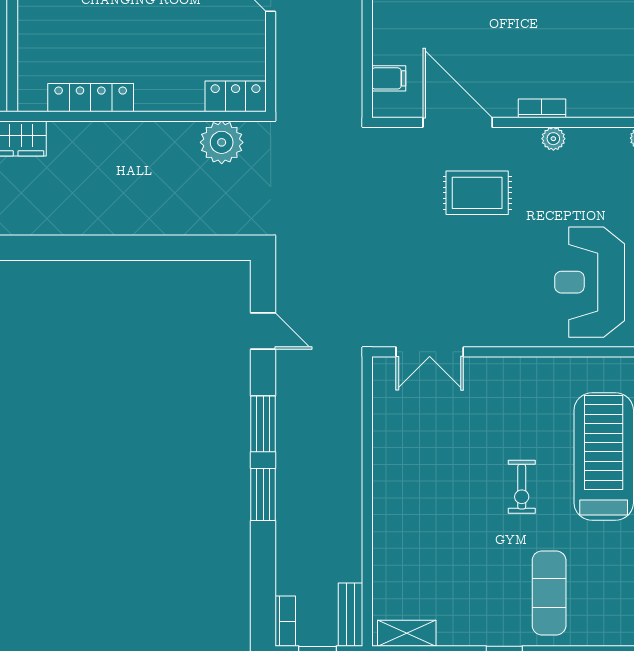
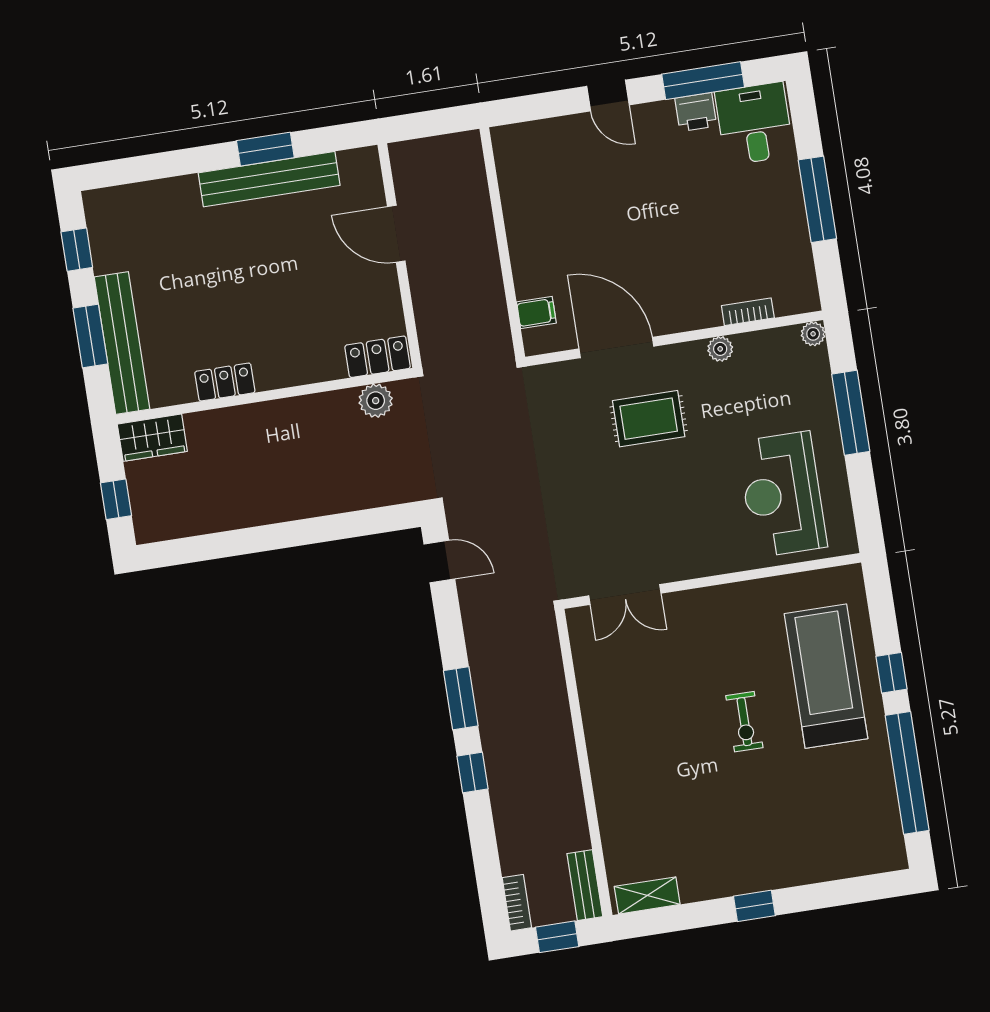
locker: (91, 98) -> (225, 382), width x0.66
bookcase: (542, 108) -> (748, 312), moved
plant: (222, 142) -> (376, 401), width x0.73, depth x0.73
door: (263, 331) -> (439, 562), moved
window: (263, 494) -> (472, 773), width x0.67
exercise mat: (549, 593) -> (791, 829), removed

